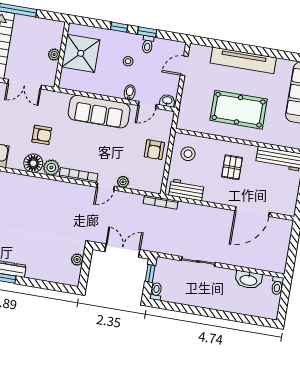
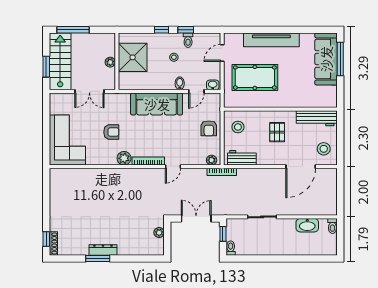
pool table: (239, 110) -> (255, 77), moved
floor lamp: (33, 163) -> (108, 157), removed
plant: (123, 182) -> (212, 160), moved
stool: (282, 195) -> (324, 149), added

